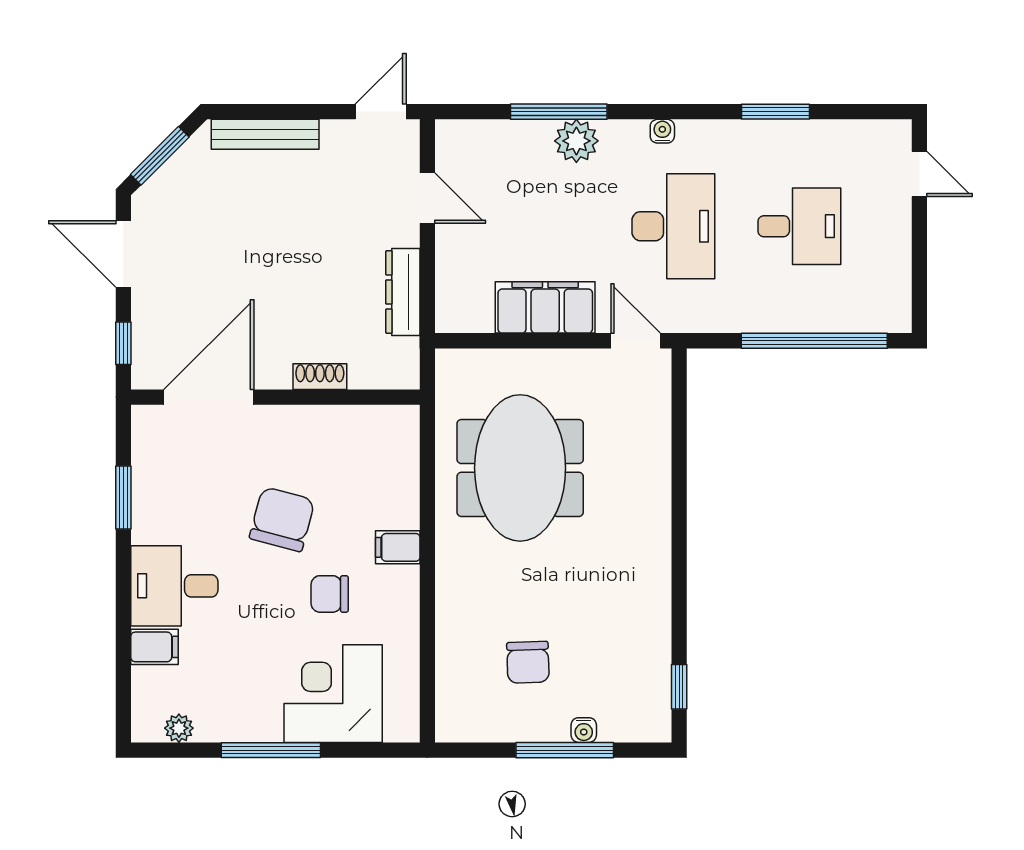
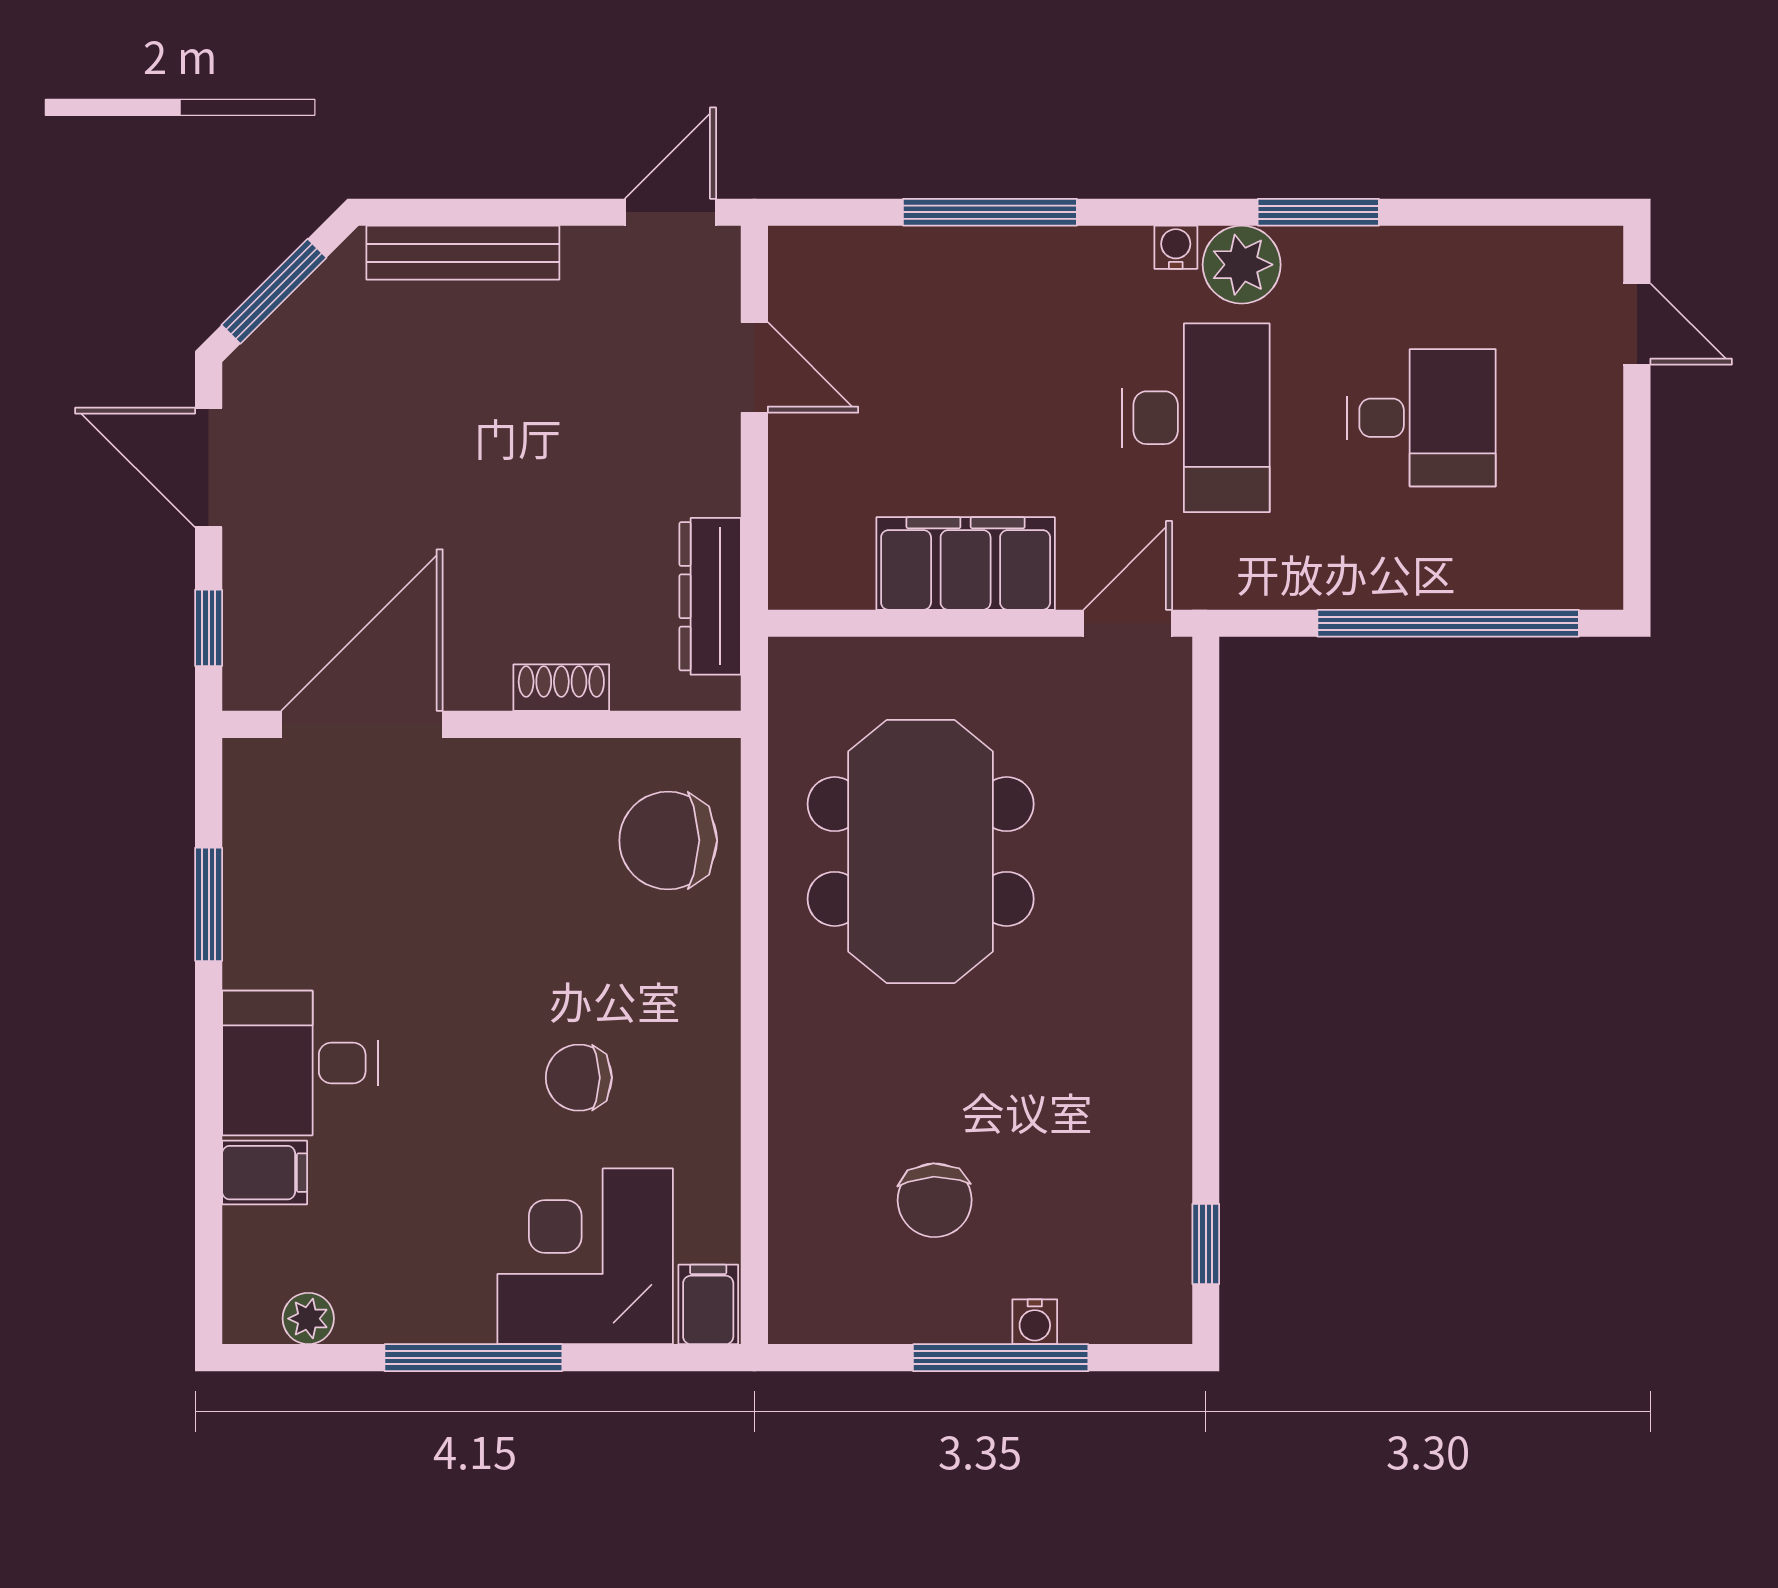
window: (776, 112) -> (1318, 212), moved
plant: (576, 141) -> (1242, 265), moved
dresser: (403, 292) -> (710, 596), moved
door: (636, 341) -> (1128, 623), hinge flipped
chair: (282, 519) -> (668, 840), moved, turned -105
filing cabinet: (398, 547) -> (708, 1304), moved, turned 90

